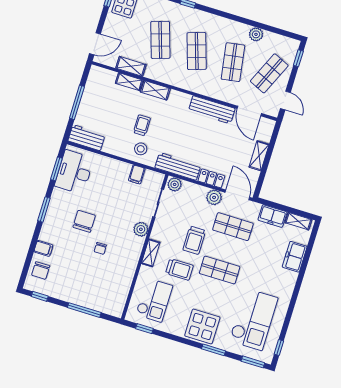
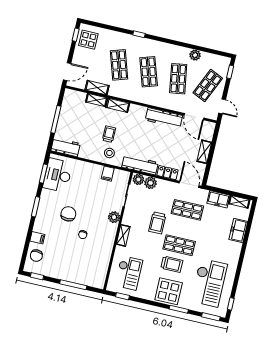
plant: (214, 197) -> (150, 183), moved
trolley: (179, 269) -> (172, 264), moved

